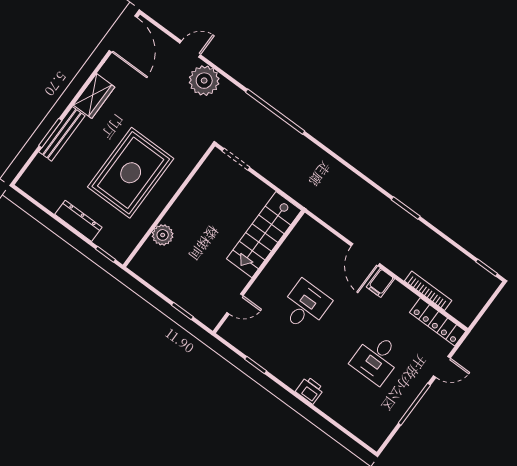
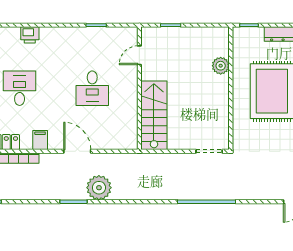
plant: (204, 81) -> (99, 188), moved
filing cabinet: (380, 283) -> (40, 140), moved
printer: (310, 390) -> (30, 35), moved

